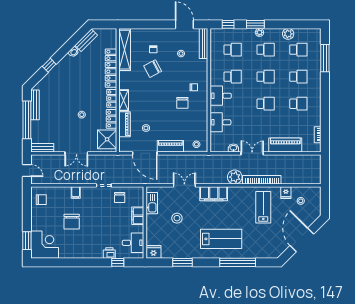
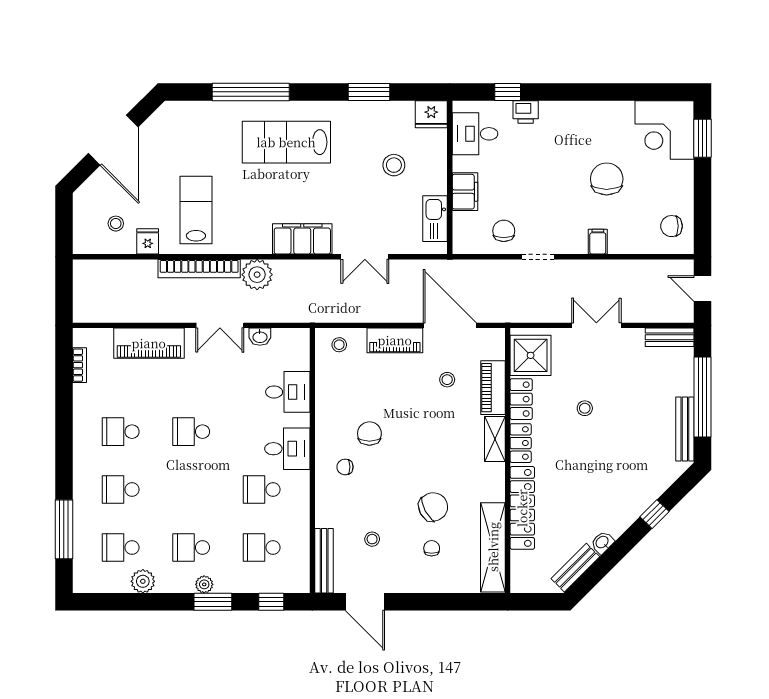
school desk: (266, 77) -> (191, 490), removed
lab bench: (263, 207) -> (196, 210), turned 180
stool: (177, 218) -> (394, 165), moved

